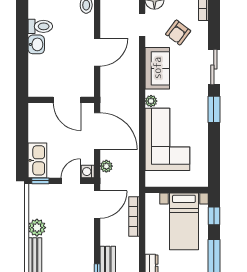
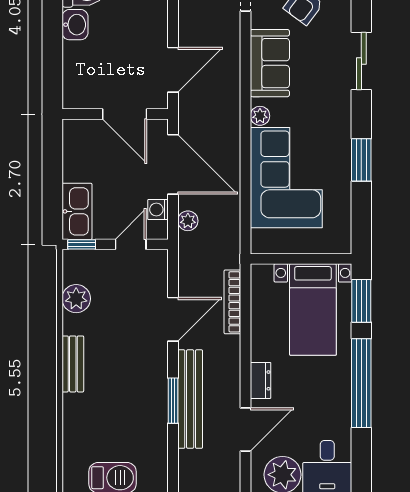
door: (97, 52) -> (173, 70), moved
window: (214, 109) -> (361, 160), moved
washing machine: (88, 172) -> (158, 210), moved
door: (97, 205) -> (173, 319), moved
window: (214, 216) -> (361, 301), width x1.50
plant: (37, 228) -> (76, 299), moved

